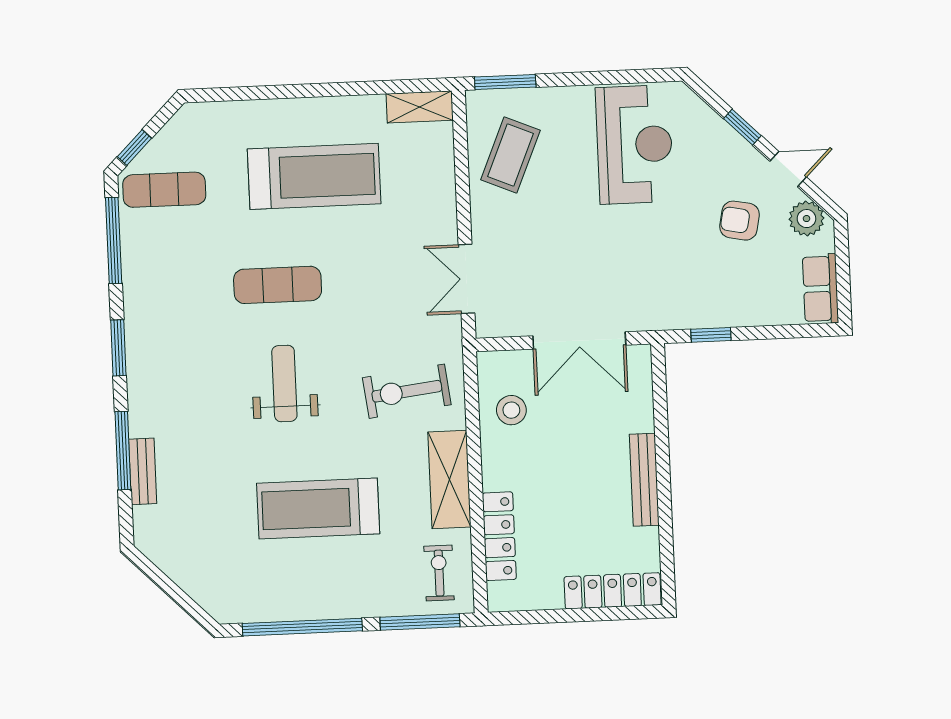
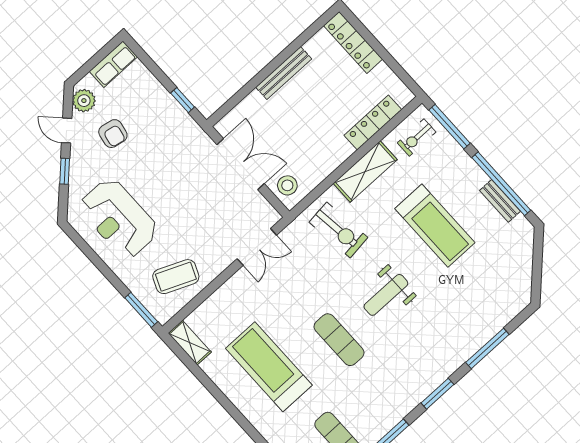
reception desk: (634, 144) -> (119, 218), turned -90
stool: (511, 410) -> (287, 185), moved
bench: (143, 471) -> (500, 201), moved, turned 90

